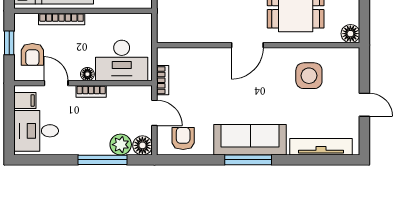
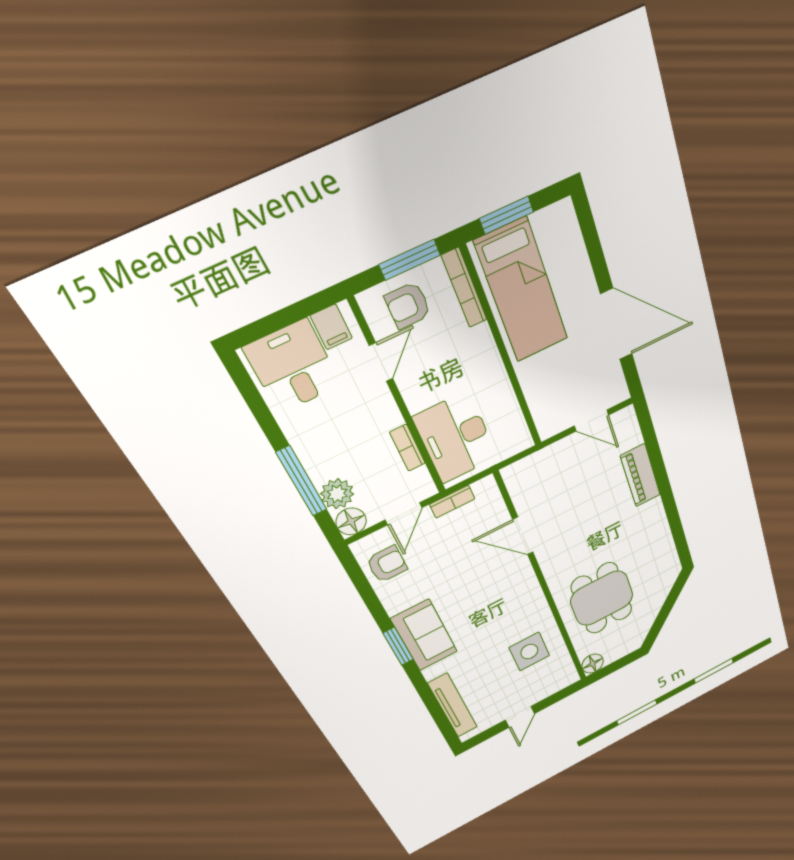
bookcase: (62, 19) -> (464, 288), moved
window: (9, 43) -> (410, 260), width x1.50
door: (247, 45) -> (523, 536), moved
floor lamp: (87, 74) -> (415, 401), removed
bookcase: (91, 91) -> (407, 448), moved
sofa: (250, 140) -> (424, 635), width x0.73
window: (248, 160) -> (398, 646), width x0.69

